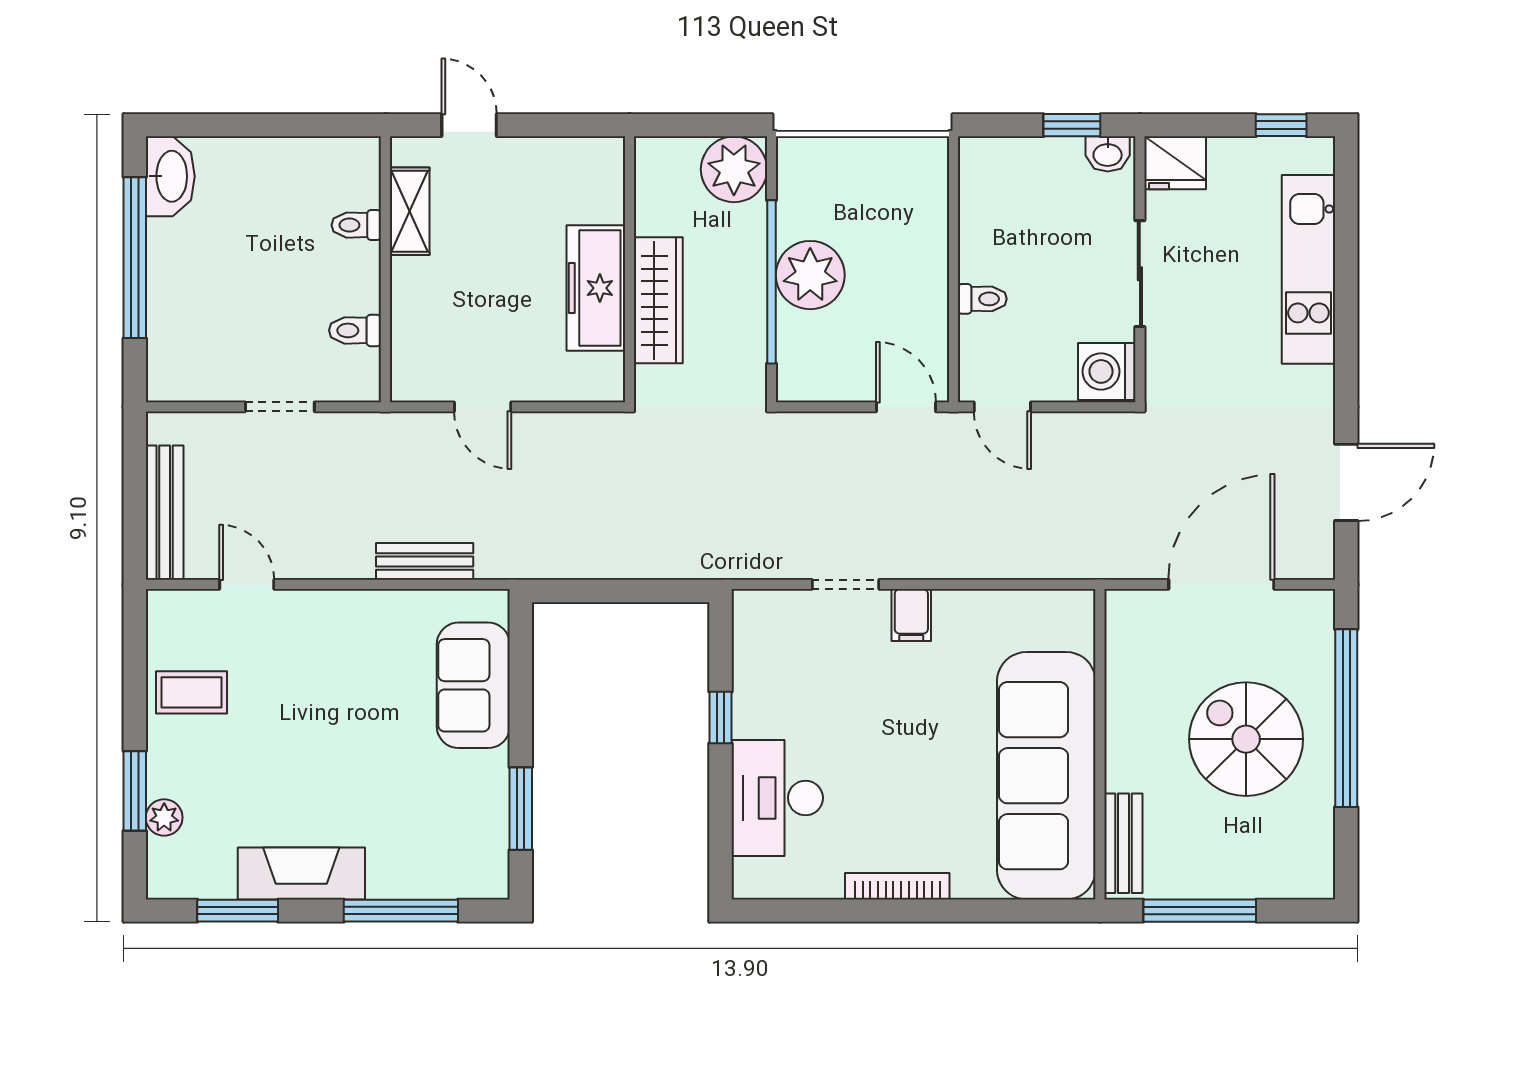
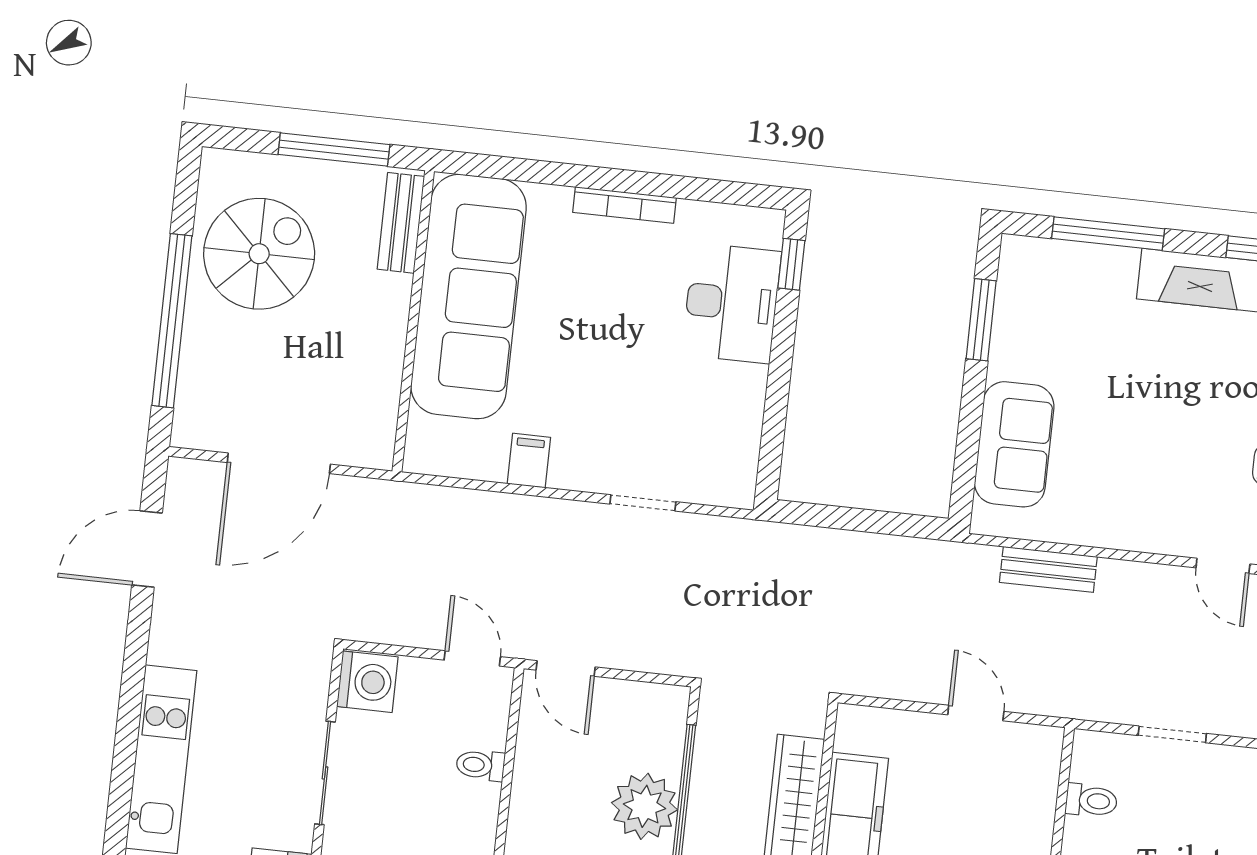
filing cabinet: (911, 615) -> (529, 461), moved
window: (720, 718) -> (791, 264), moved
spiral stairs: (1246, 739) -> (259, 254), moved, turned -90

